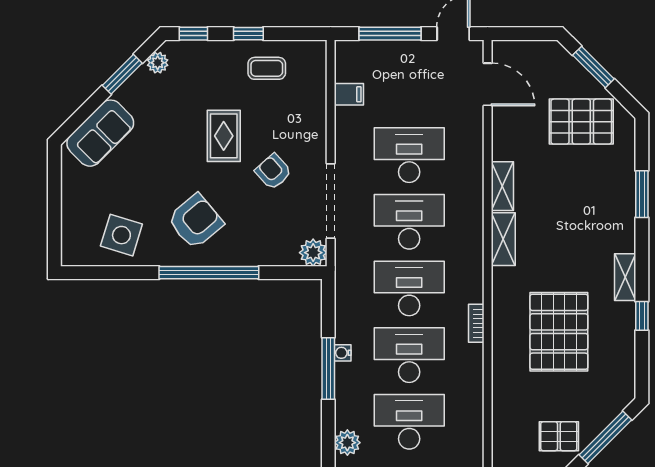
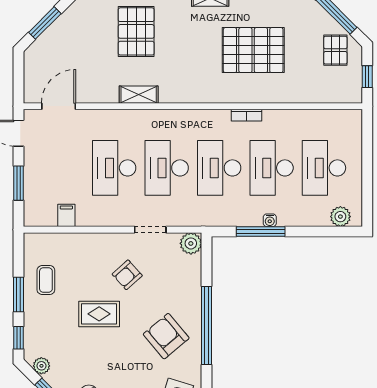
window: (248, 34) -> (18, 294), width x1.50
window: (390, 34) -> (18, 183), width x0.69
pallet: (581, 122) -> (136, 31), moved
doorway: (331, 201) -> (150, 230), width x0.53
shelving: (503, 239) -> (180, 94), removed
window: (328, 368) -> (261, 232), moved

